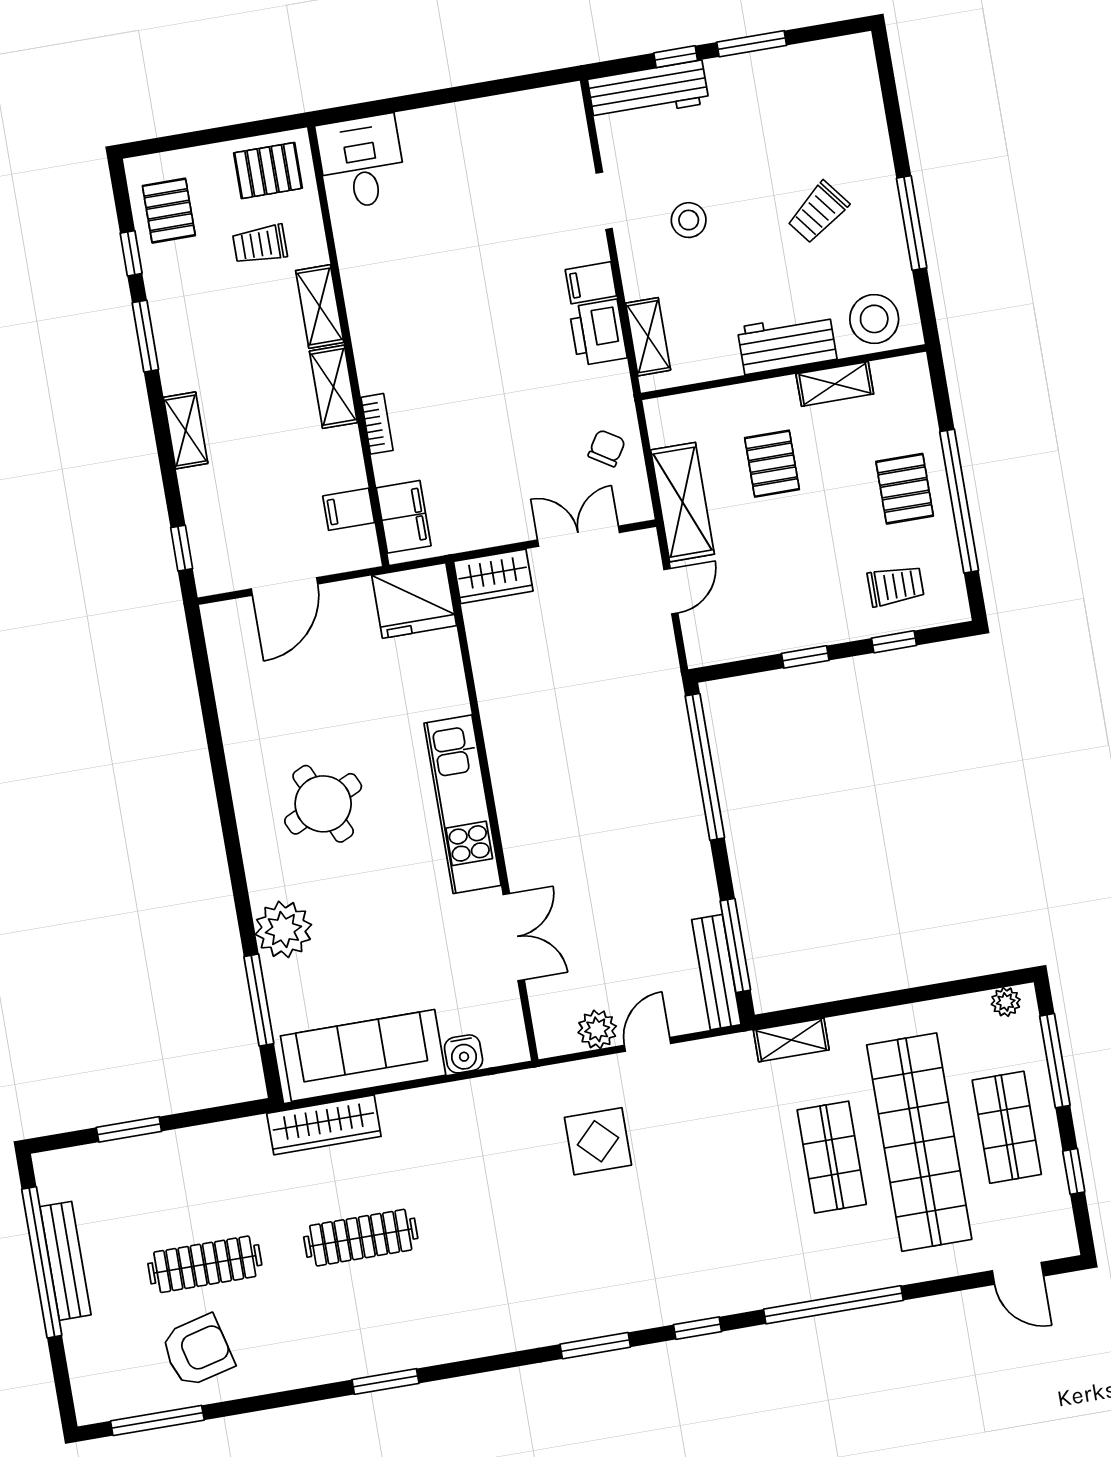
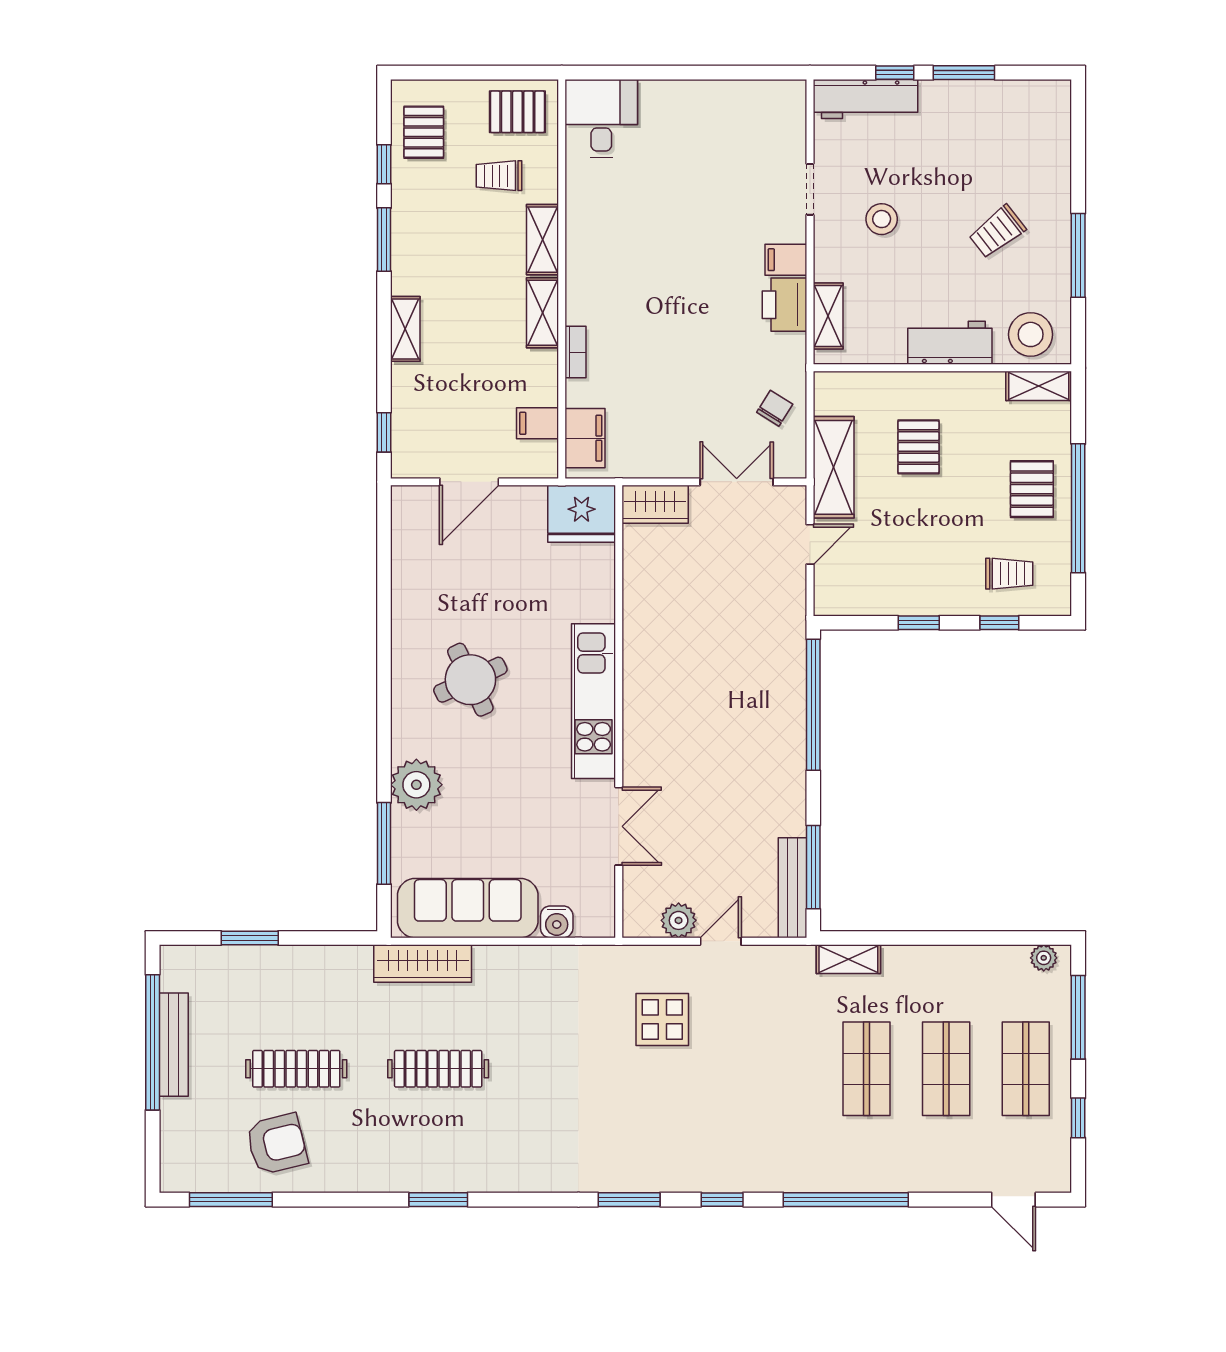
shelving: (835, 384) -> (1039, 386), moved
shop shelf: (919, 1142) -> (946, 1069), width x0.50, depth x0.74

